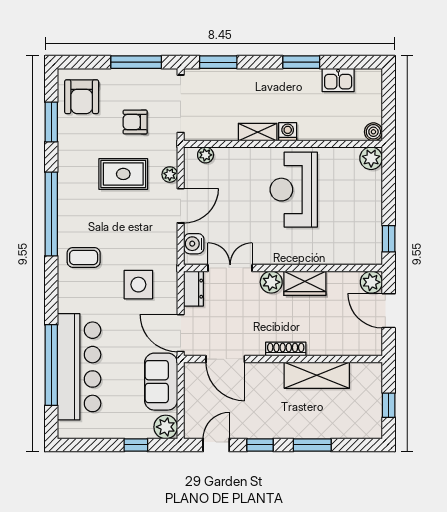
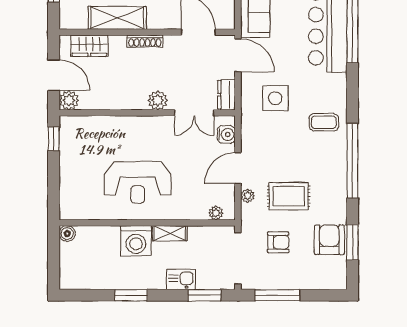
kitchen sink: (338, 80) -> (181, 279), moved
armchair: (82, 97) -> (329, 240), moved
washing machine: (288, 132) -> (136, 241), width x1.89, depth x1.89
plant: (371, 158) -> (69, 210), removed
reception desk: (294, 190) -> (138, 182), turned 90
wardrobe: (305, 283) -> (89, 46), moved, turned 180

